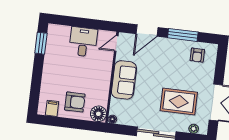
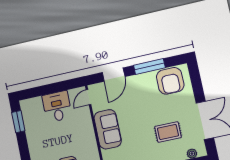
armchair: (197, 55) -> (170, 81), width x1.88, depth x1.88
rug: (179, 102) -> (168, 132), width x0.73, depth x0.70

